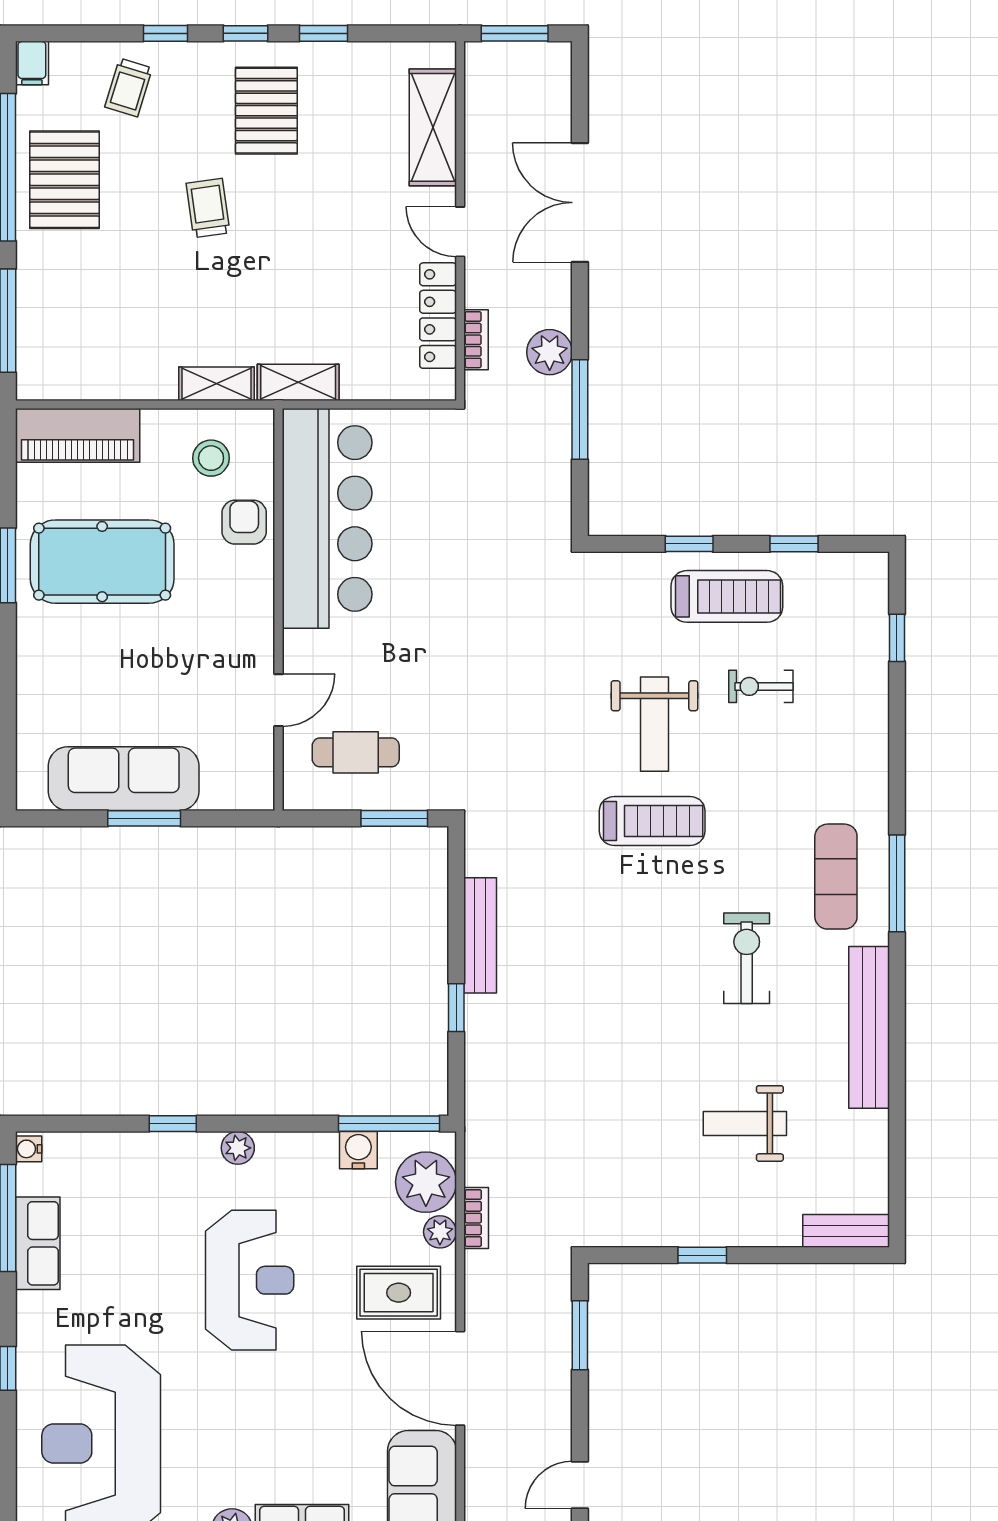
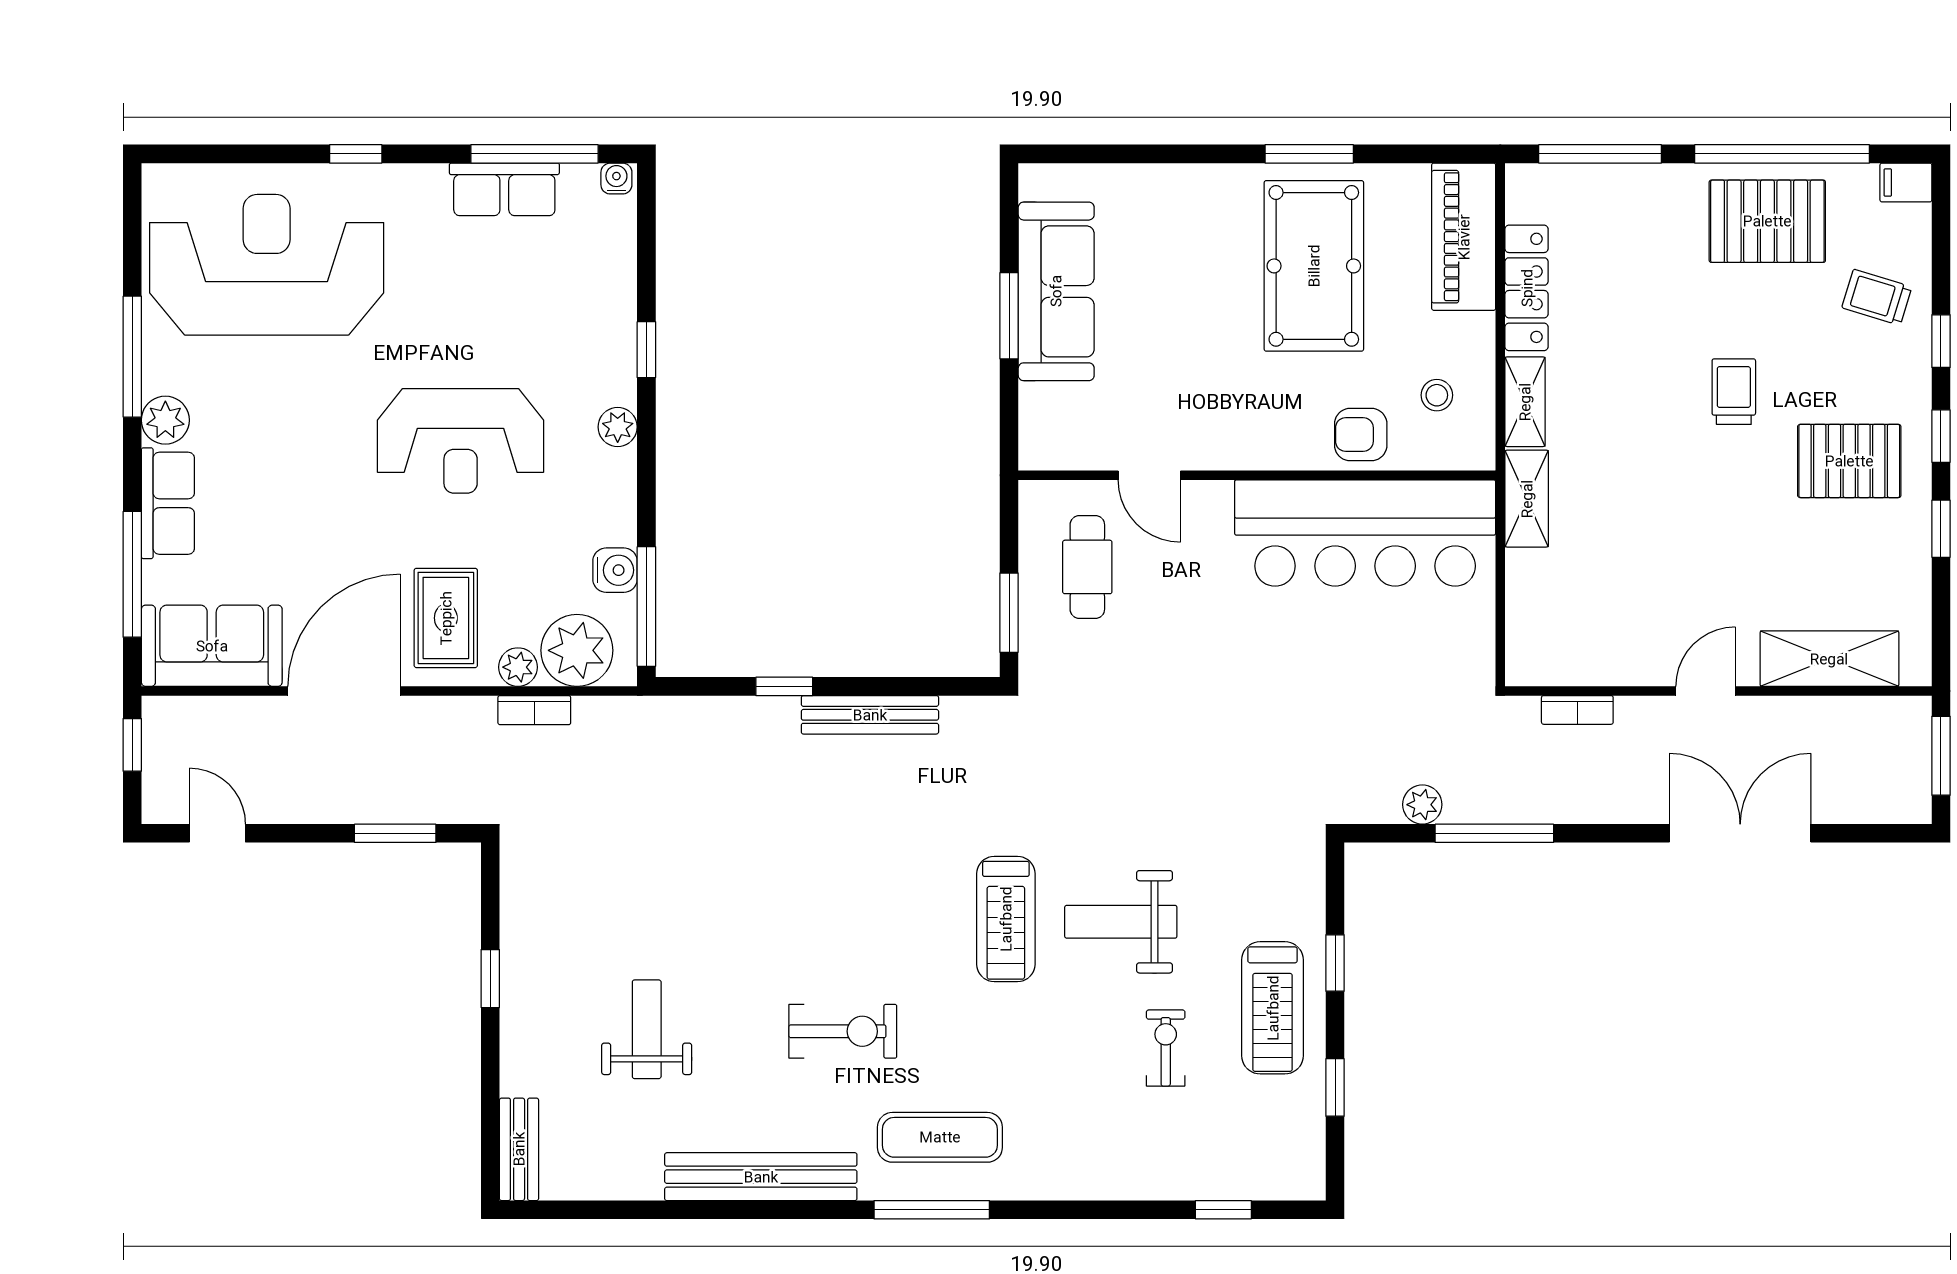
trolley: (208, 208) -> (1734, 392), turned -82
locker: (438, 316) -> (1527, 288), moved, turned 90
plant: (550, 352) -> (1422, 805), moved, width x0.73, depth x0.73
stool: (211, 458) -> (1437, 395), width x0.73, depth x0.73
armchair: (244, 522) -> (1361, 435), turned 180

